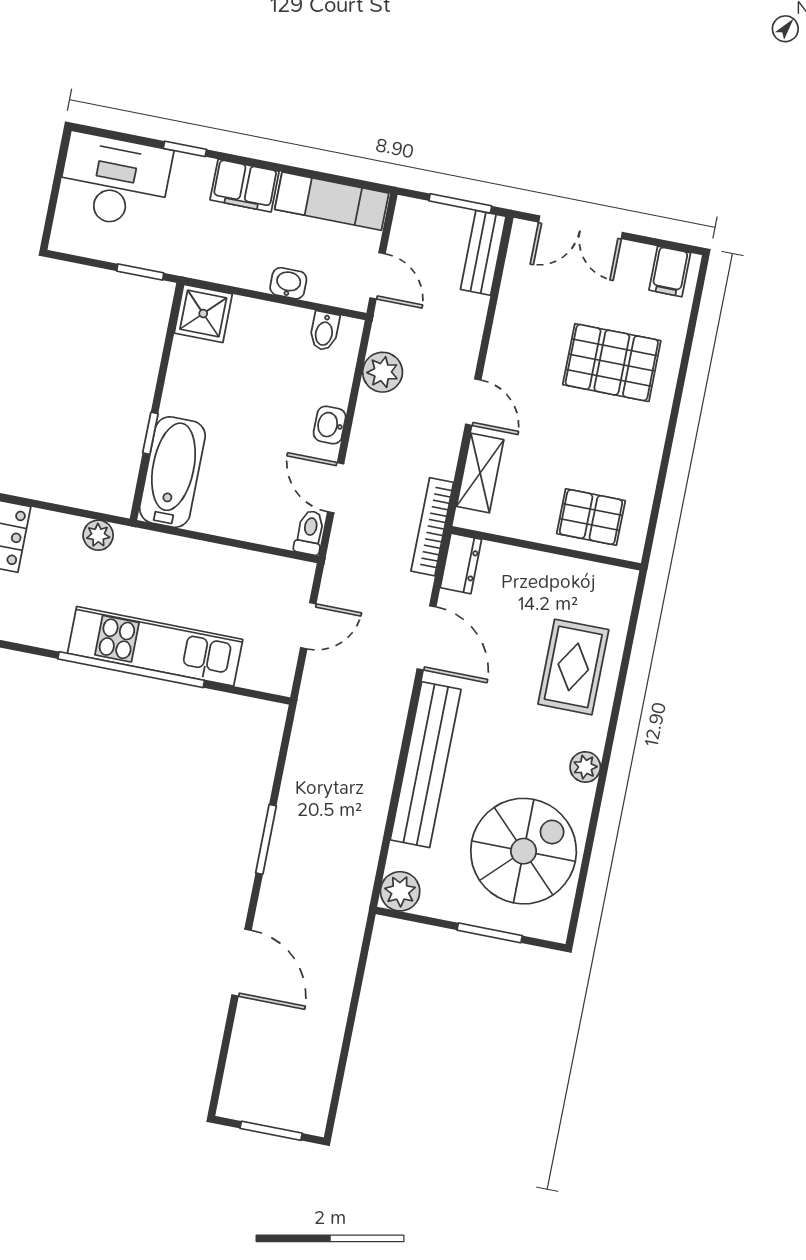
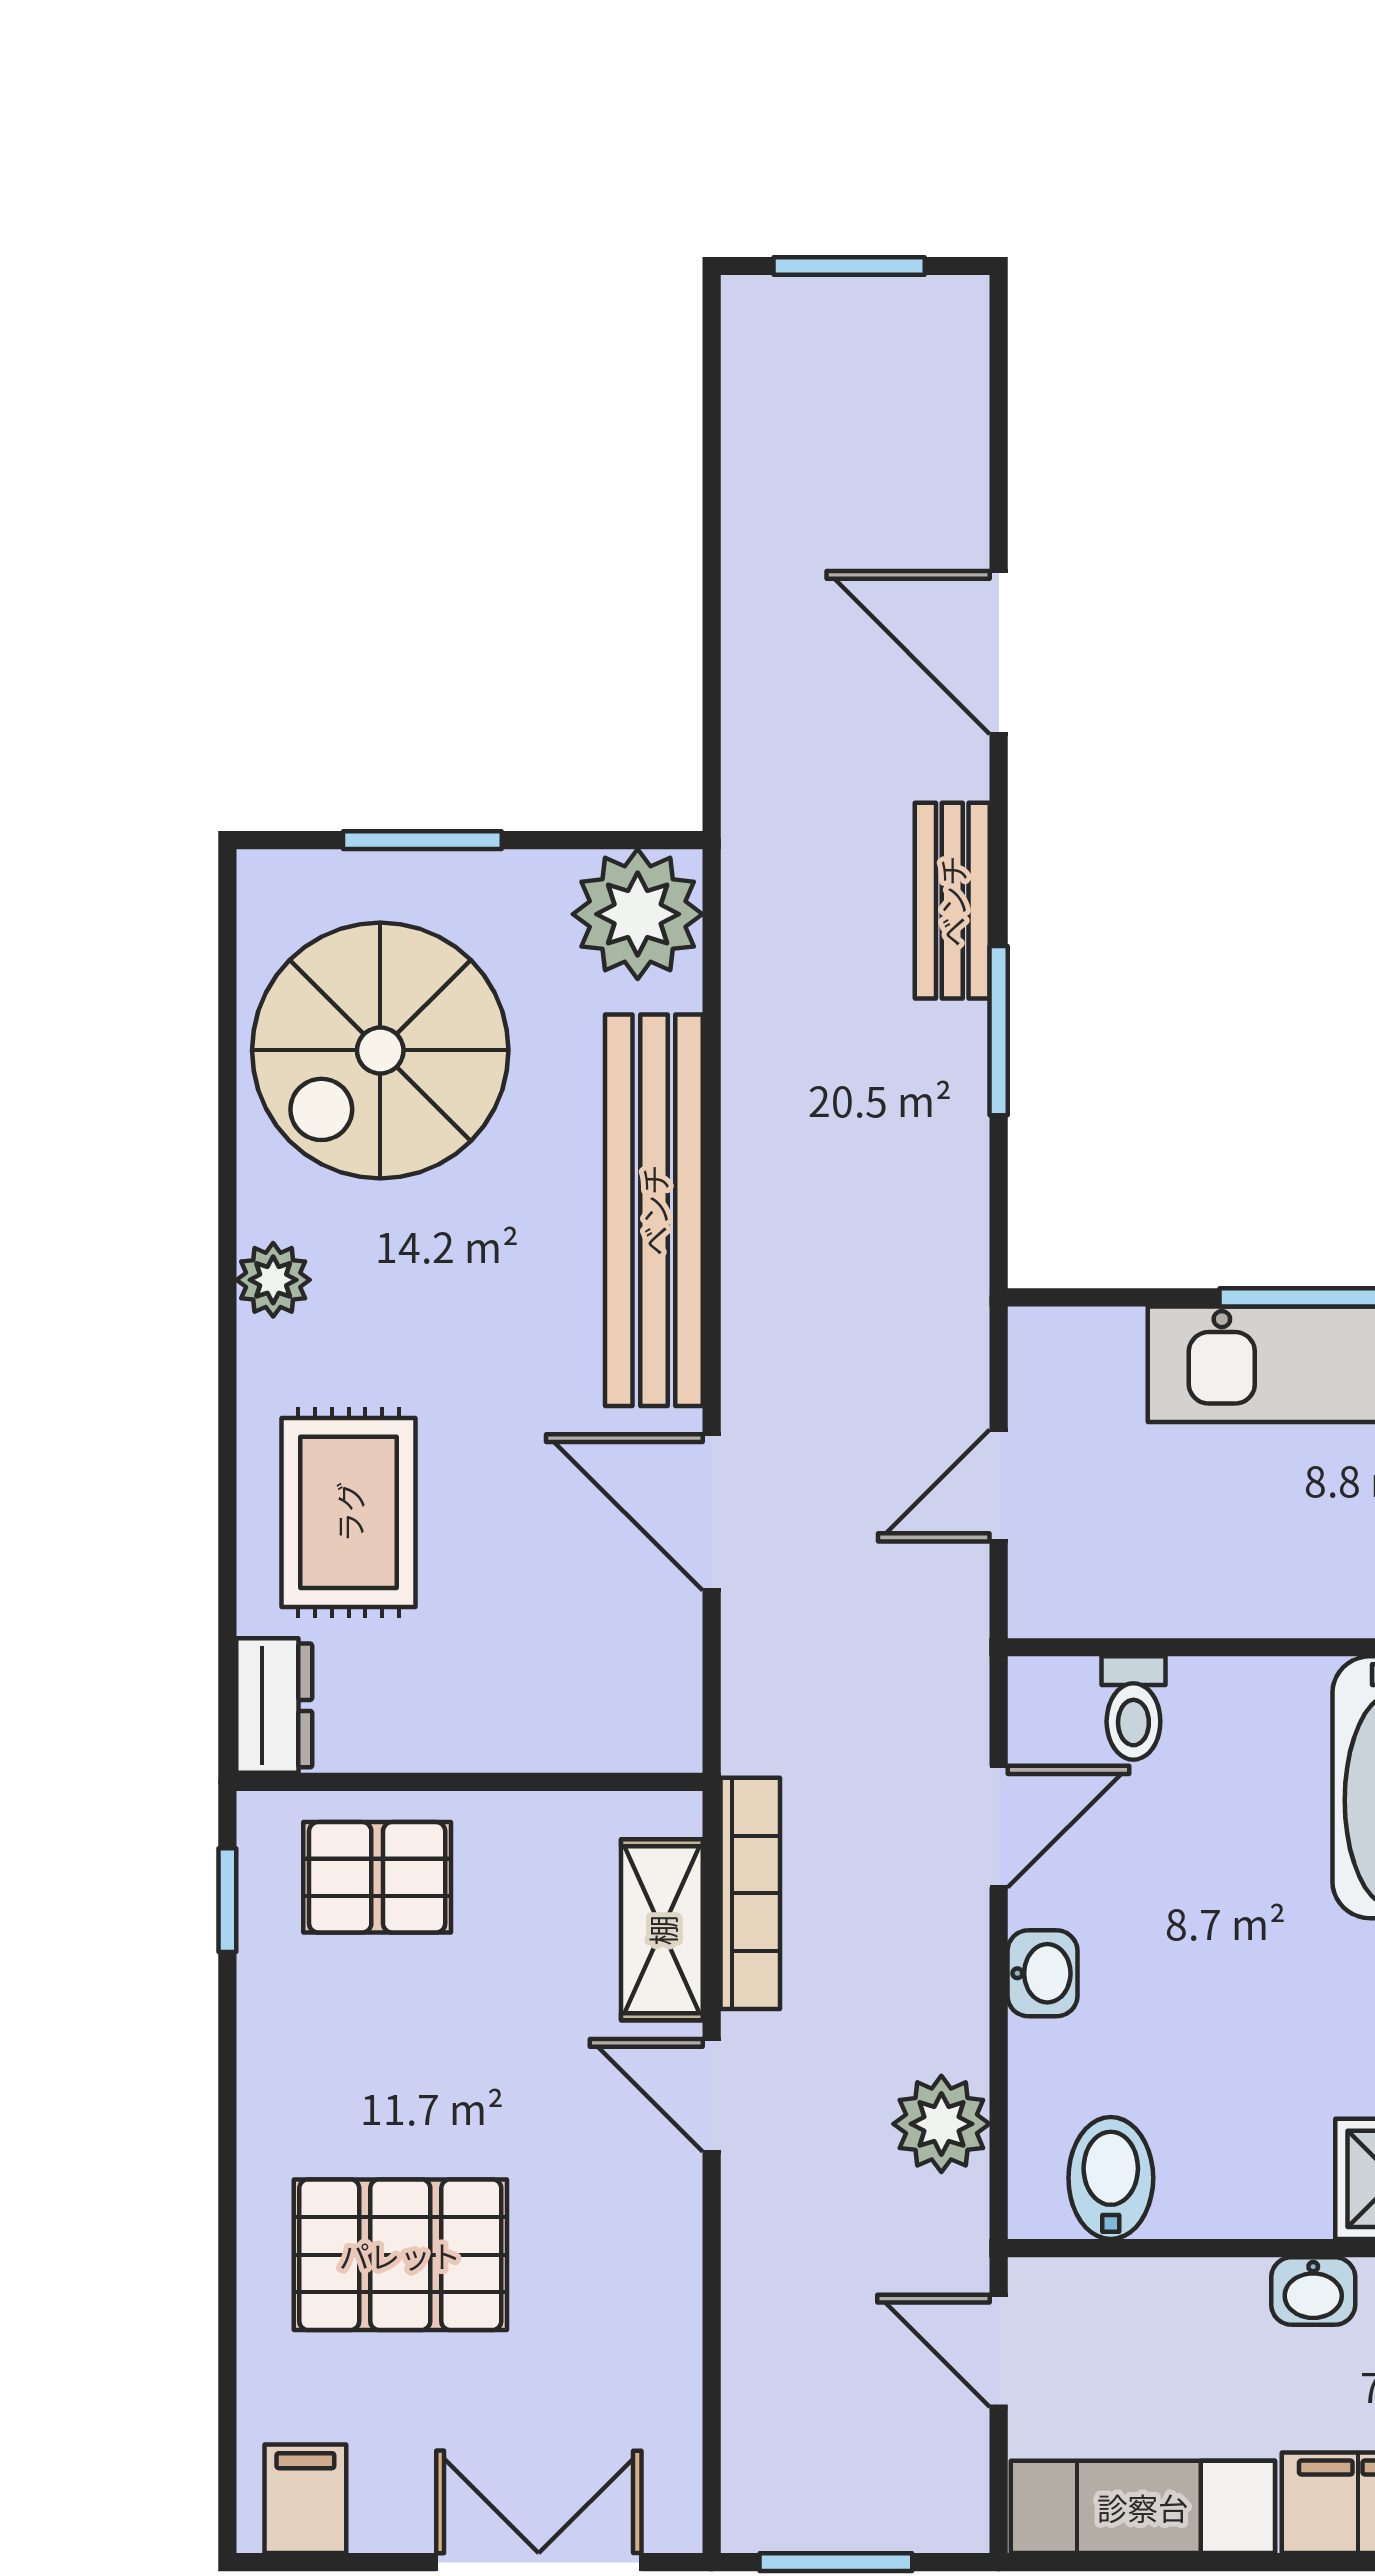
bench: (483, 253) -> (952, 901), moved
washbasin: (288, 283) -> (1313, 2291), moved
bidet: (324, 331) -> (1111, 2178), width x1.38, depth x1.36
door: (336, 488) -> (999, 1827), hinge flipped
window: (653, 520) -> (227, 1900), added
bookcase: (432, 527) -> (750, 1893), moved
toilet: (310, 532) -> (1133, 1708), moved
dresser: (461, 564) -> (274, 1705), moved, turned 180
window: (266, 839) -> (999, 1031), moved
plant: (400, 891) -> (638, 914), width x1.36, depth x1.36

